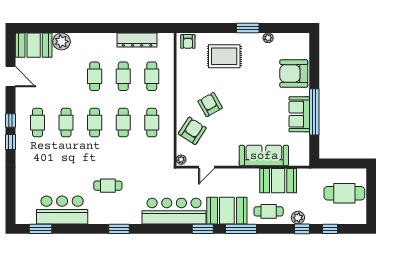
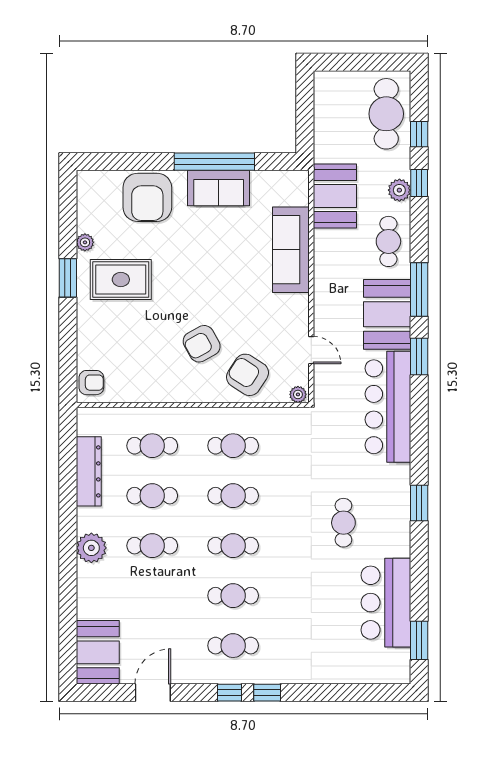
plant: (62, 41) -> (91, 548), moved
rug: (224, 56) -> (121, 280), moved, turned 90
booth: (278, 181) -> (335, 196), moved
cafe table: (344, 193) -> (386, 114), moved

